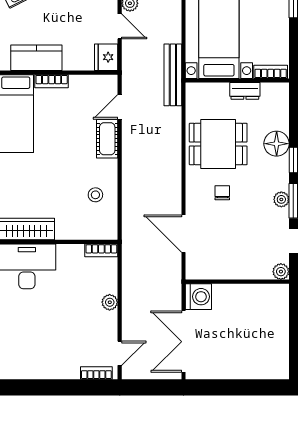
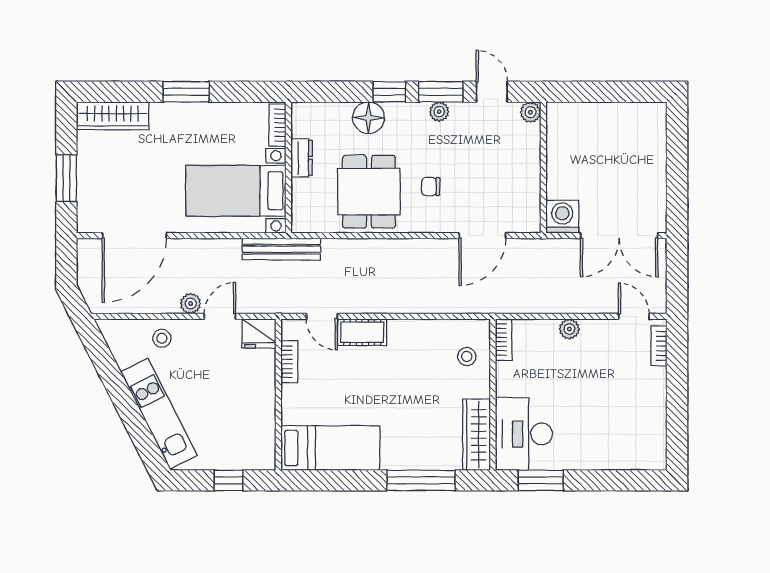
kitchen counter: (36, 58) -> (260, 422), removed
bookcase: (52, 81) -> (289, 362), moved
stool: (95, 195) -> (467, 357), moved

